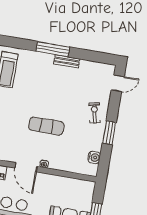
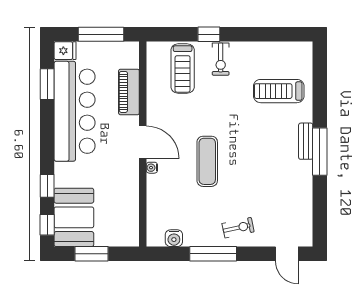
bench: (67, 61) -> (306, 141), moved
window: (109, 133) -> (213, 254), width x1.44
door: (26, 167) -> (143, 142), swing flipped

